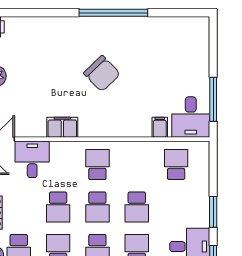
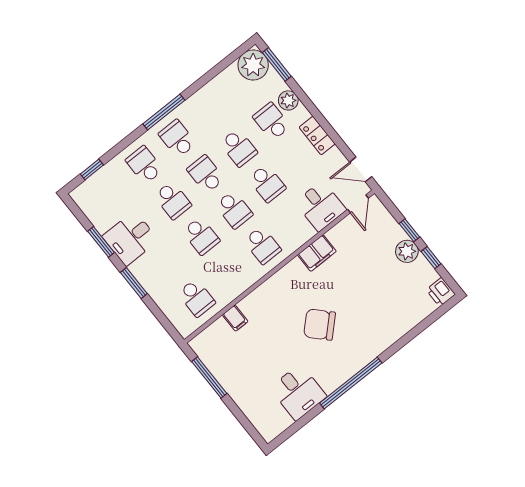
desk: (191, 117) -> (298, 392), moved, turned 180
school desk: (58, 207) -> (267, 183), turned 180
school desk: (97, 207) -> (234, 210), turned 180
school desk: (137, 207) -> (201, 236), turned 180

